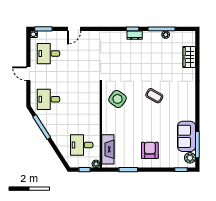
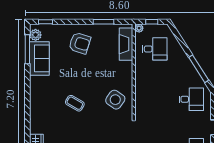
armchair: (150, 150) -> (80, 43), turned -72

